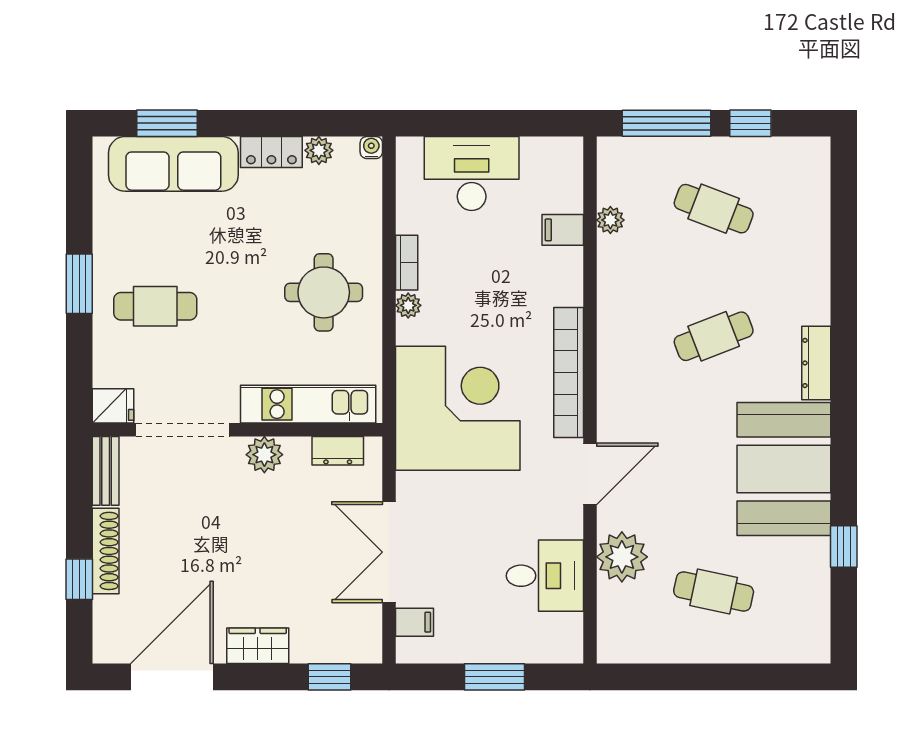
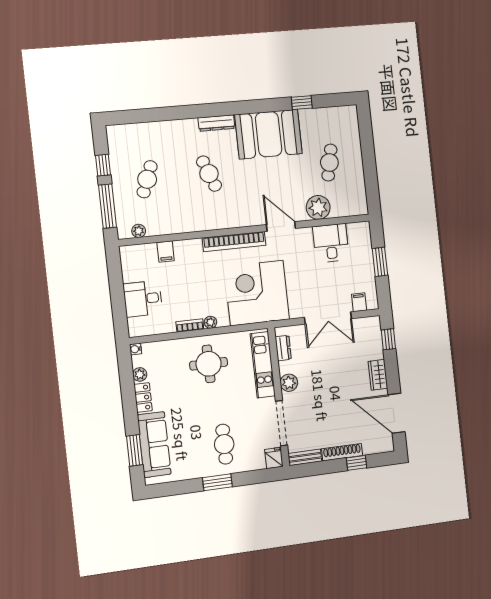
desk: (472, 173) -> (143, 299), width x0.73
plant: (610, 220) -> (139, 231), moved

